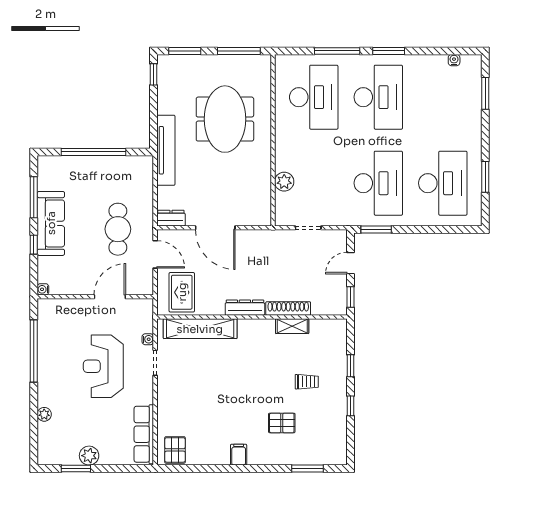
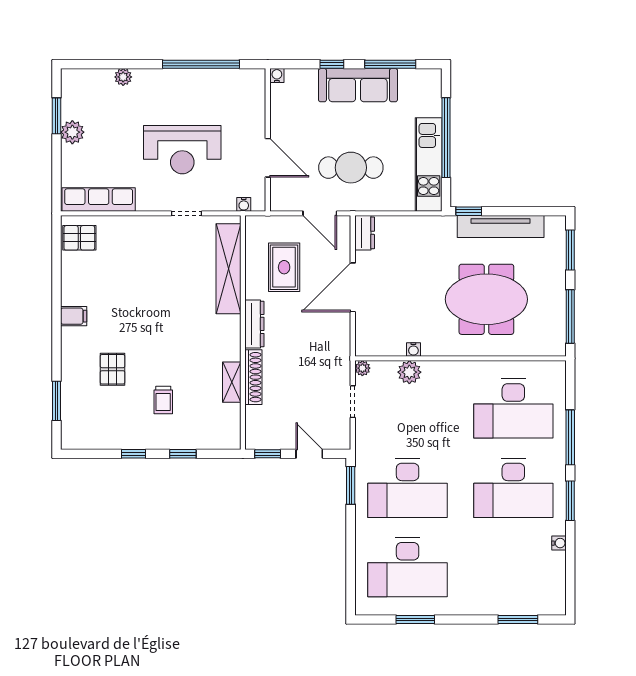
water cooler: (454, 60) -> (559, 543), moved
window: (153, 74) -> (469, 211), moved
tv unit: (166, 150) -> (501, 227), moved
kitchen unit: (115, 166) -> (429, 164), added
water cooler: (266, 178) -> (413, 349), added
plant: (281, 220) -> (362, 368), added
door: (155, 254) -> (320, 213), hinge flipped
rug: (182, 292) -> (284, 267), moved, turned 90
water cooler: (148, 339) -> (244, 204), moved
reception desk: (103, 366) -> (182, 150), turned 180

